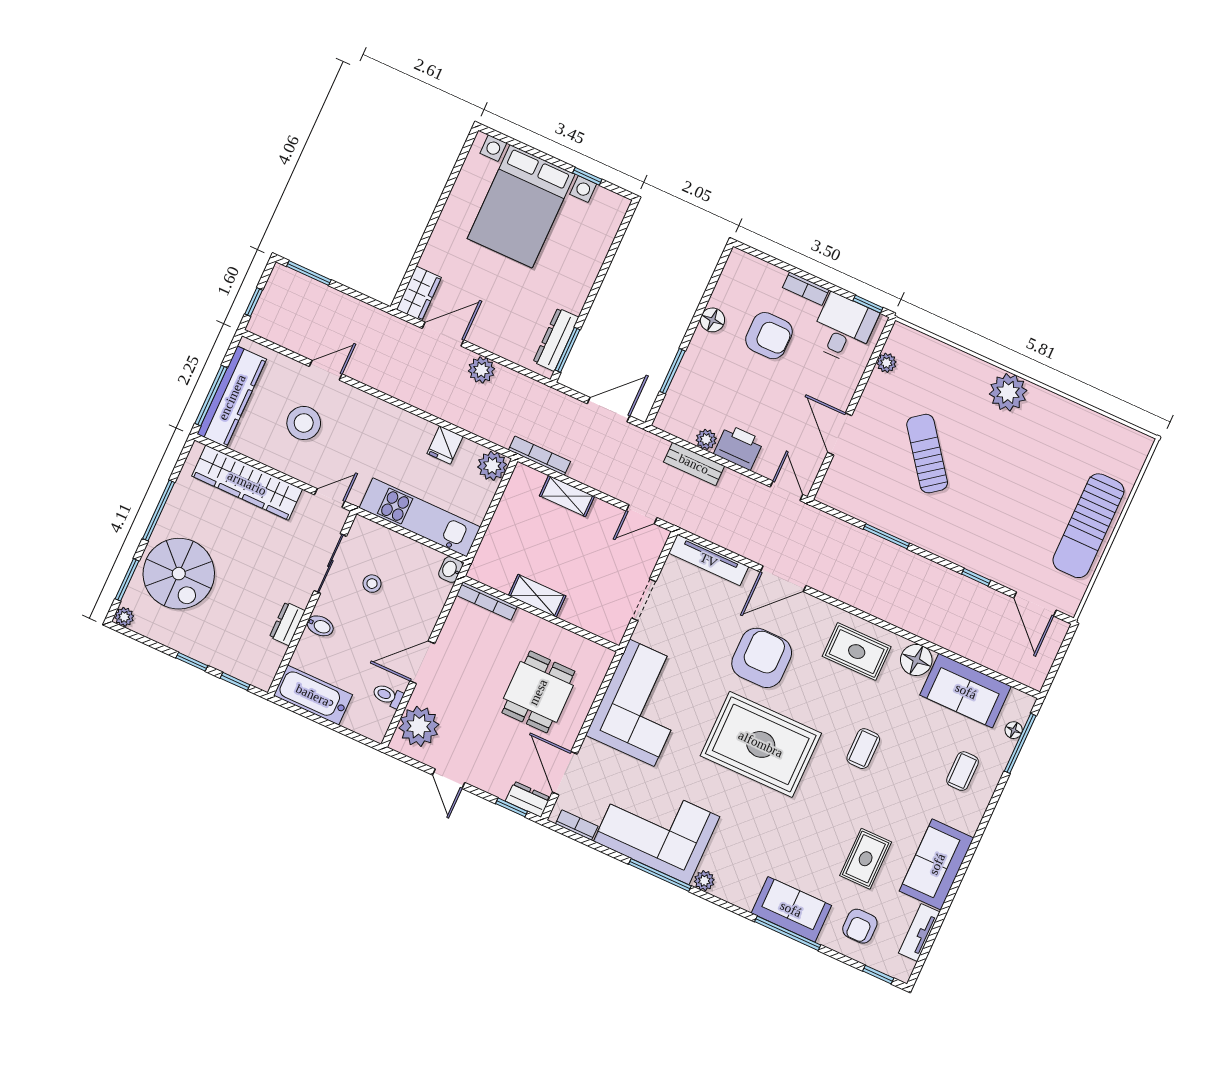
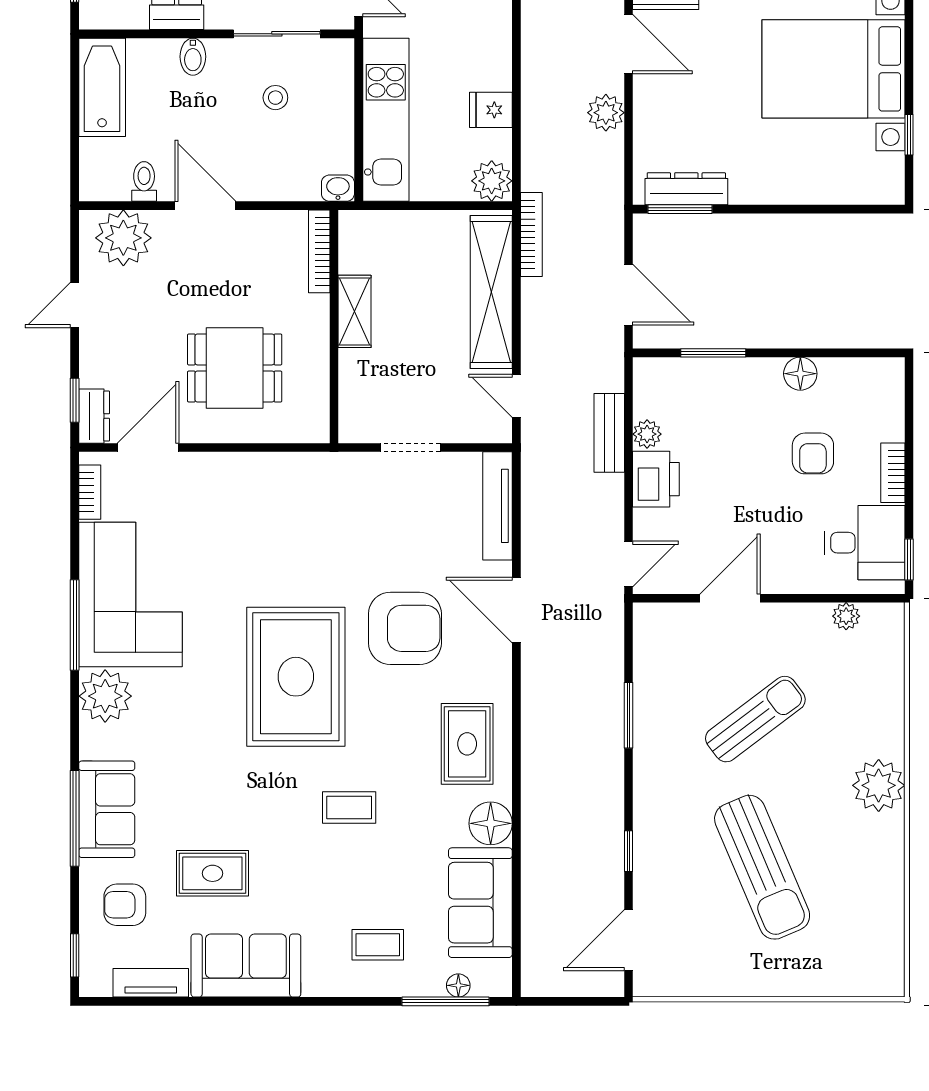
armchair: (769, 336) -> (813, 453), width x0.72, depth x0.72
shelving: (567, 496) -> (491, 292), width x2.20, depth x1.33
sun lounger: (1088, 526) -> (762, 867), moved, turned -113
corner sofa: (642, 703) -> (280, 504), removed
plant: (704, 881) -> (105, 696), width x1.88, depth x1.88

